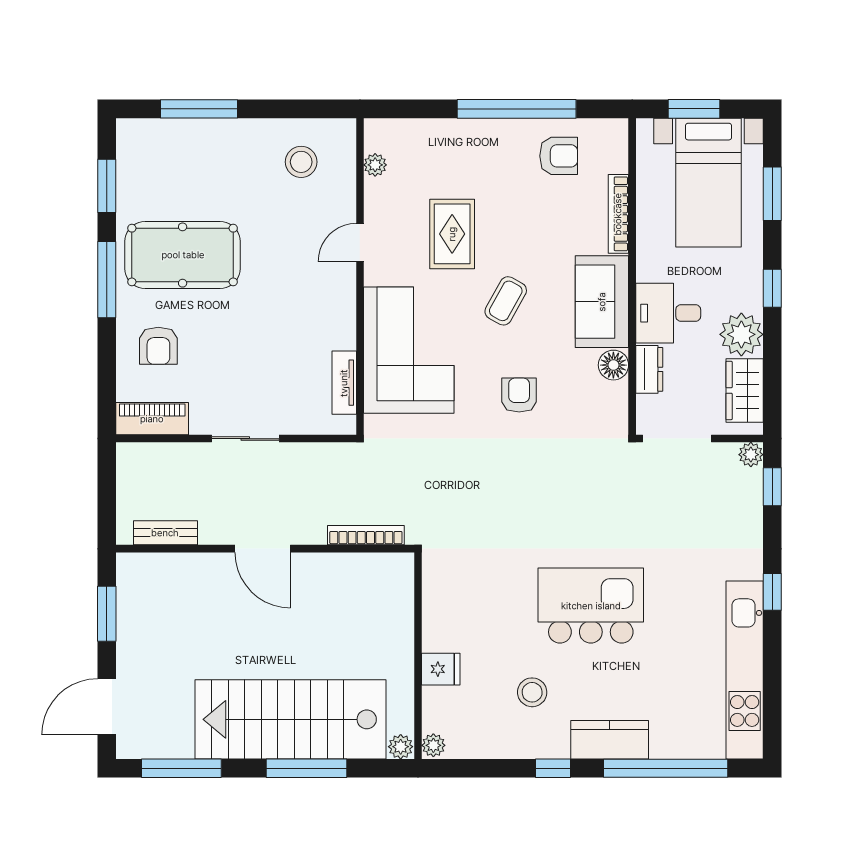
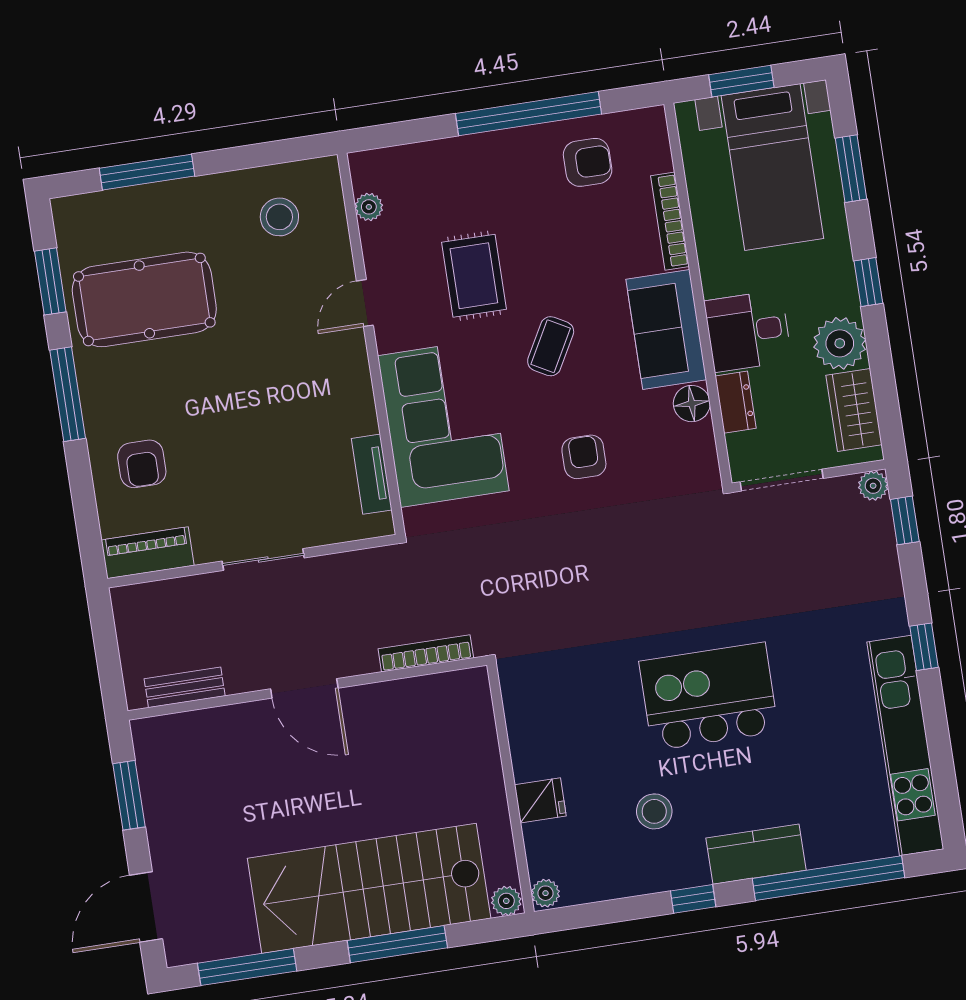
pool table: (183, 255) -> (144, 299), moved

